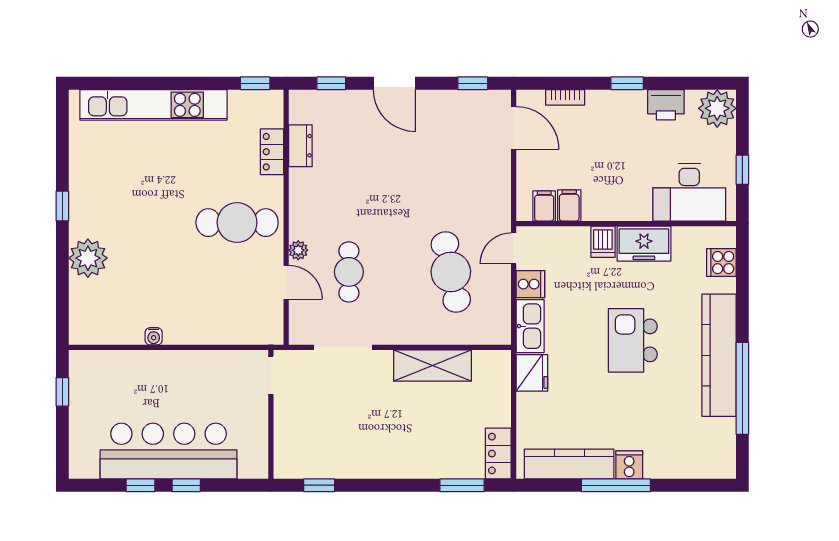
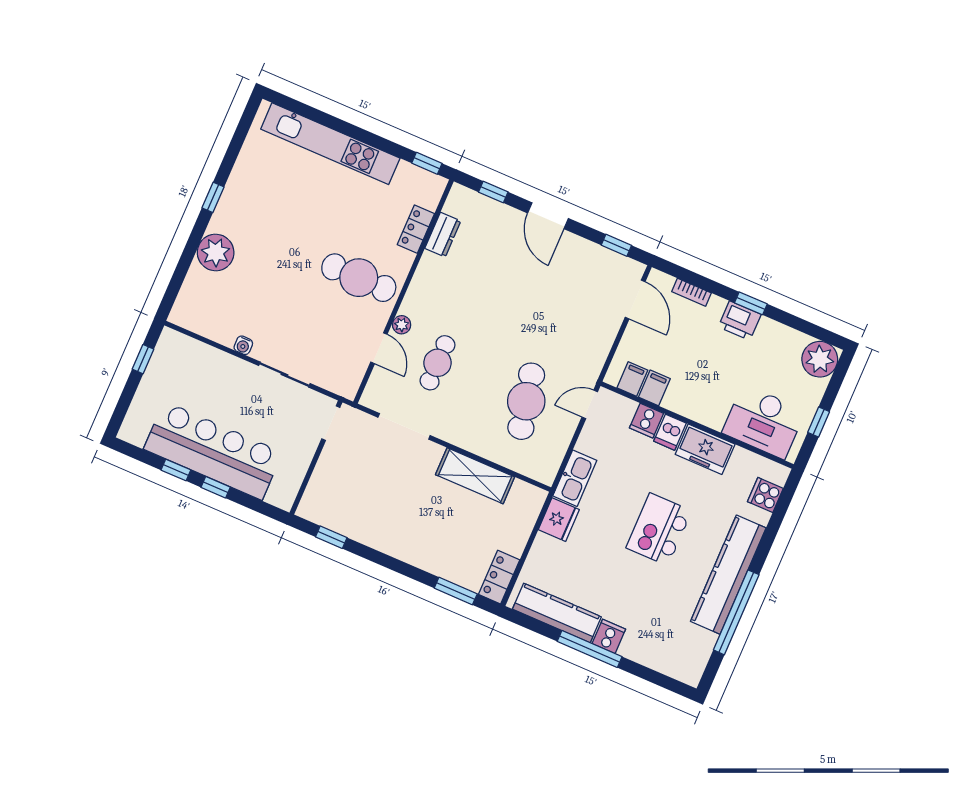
printer: (666, 105) -> (740, 321), moved
cooker: (530, 284) -> (646, 421), moved, turned 90
sliding door: (206, 347) -> (284, 375), added

